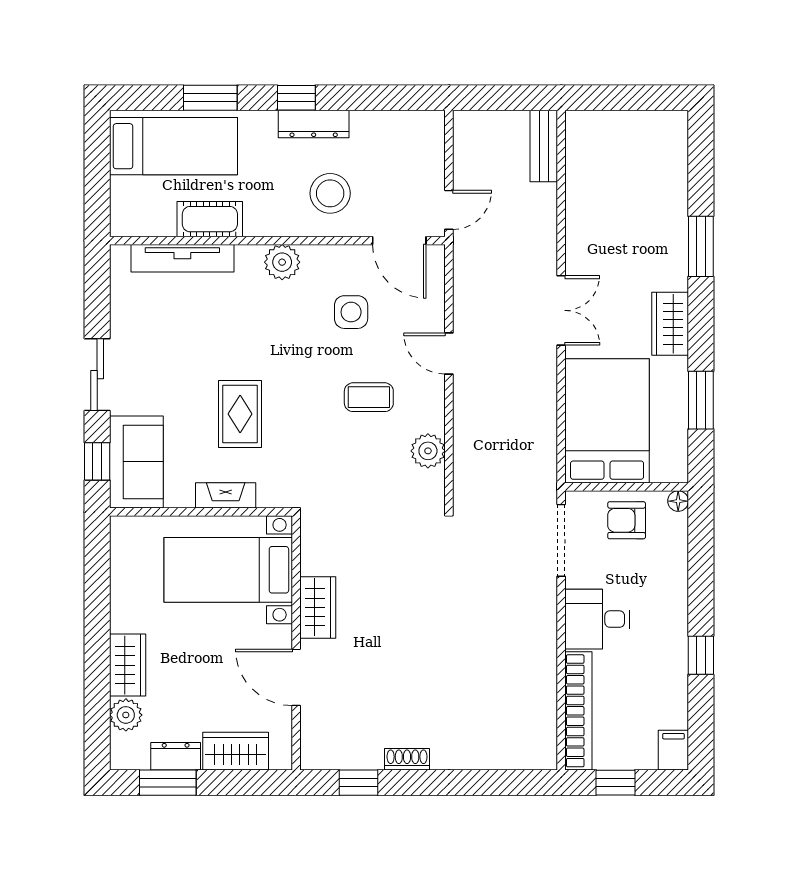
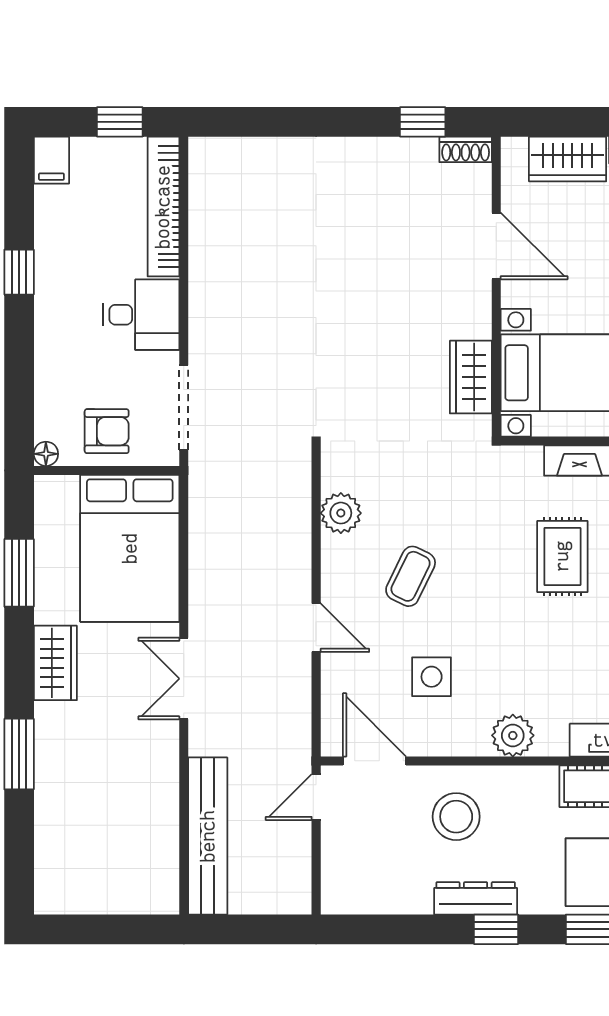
bench: (544, 146) -> (208, 836), width x1.86, depth x1.21
coffee table: (369, 397) -> (411, 576), turned -64
wardrobe: (318, 607) -> (471, 377), moved
shoe rack: (407, 759) -> (466, 149), moved

